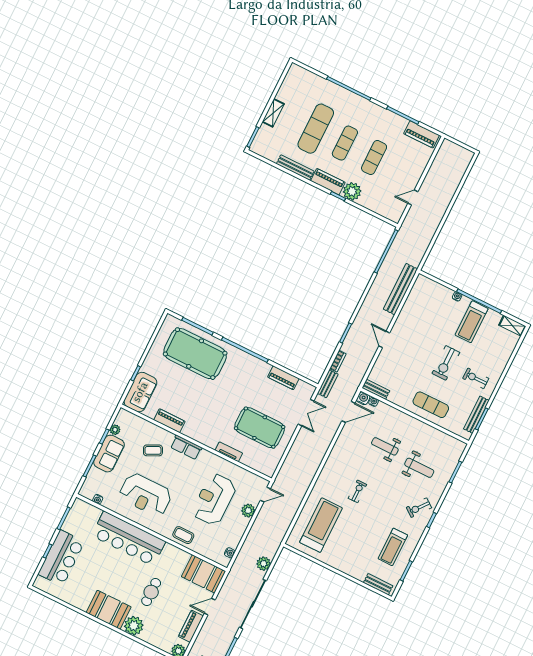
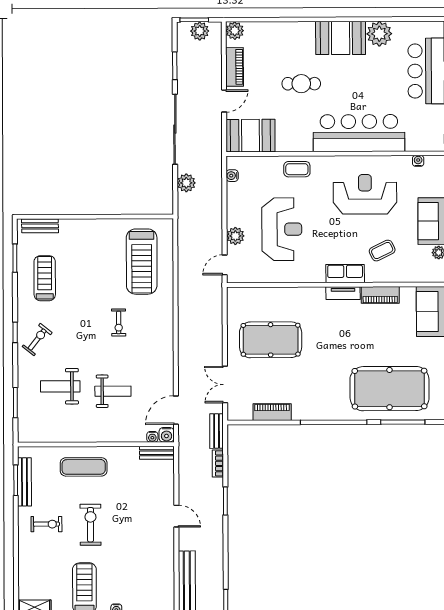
tv unit: (229, 452) -> (343, 293), moved
cafe table: (151, 592) -> (301, 84), turned 90
plant: (134, 626) -> (379, 34), moved

